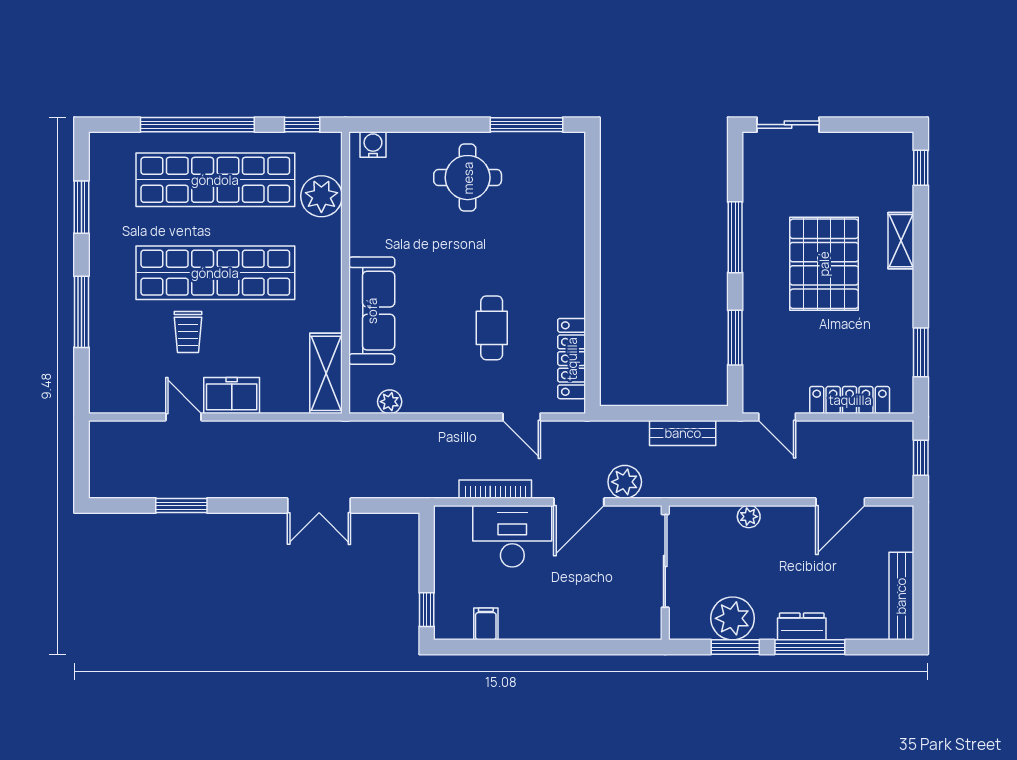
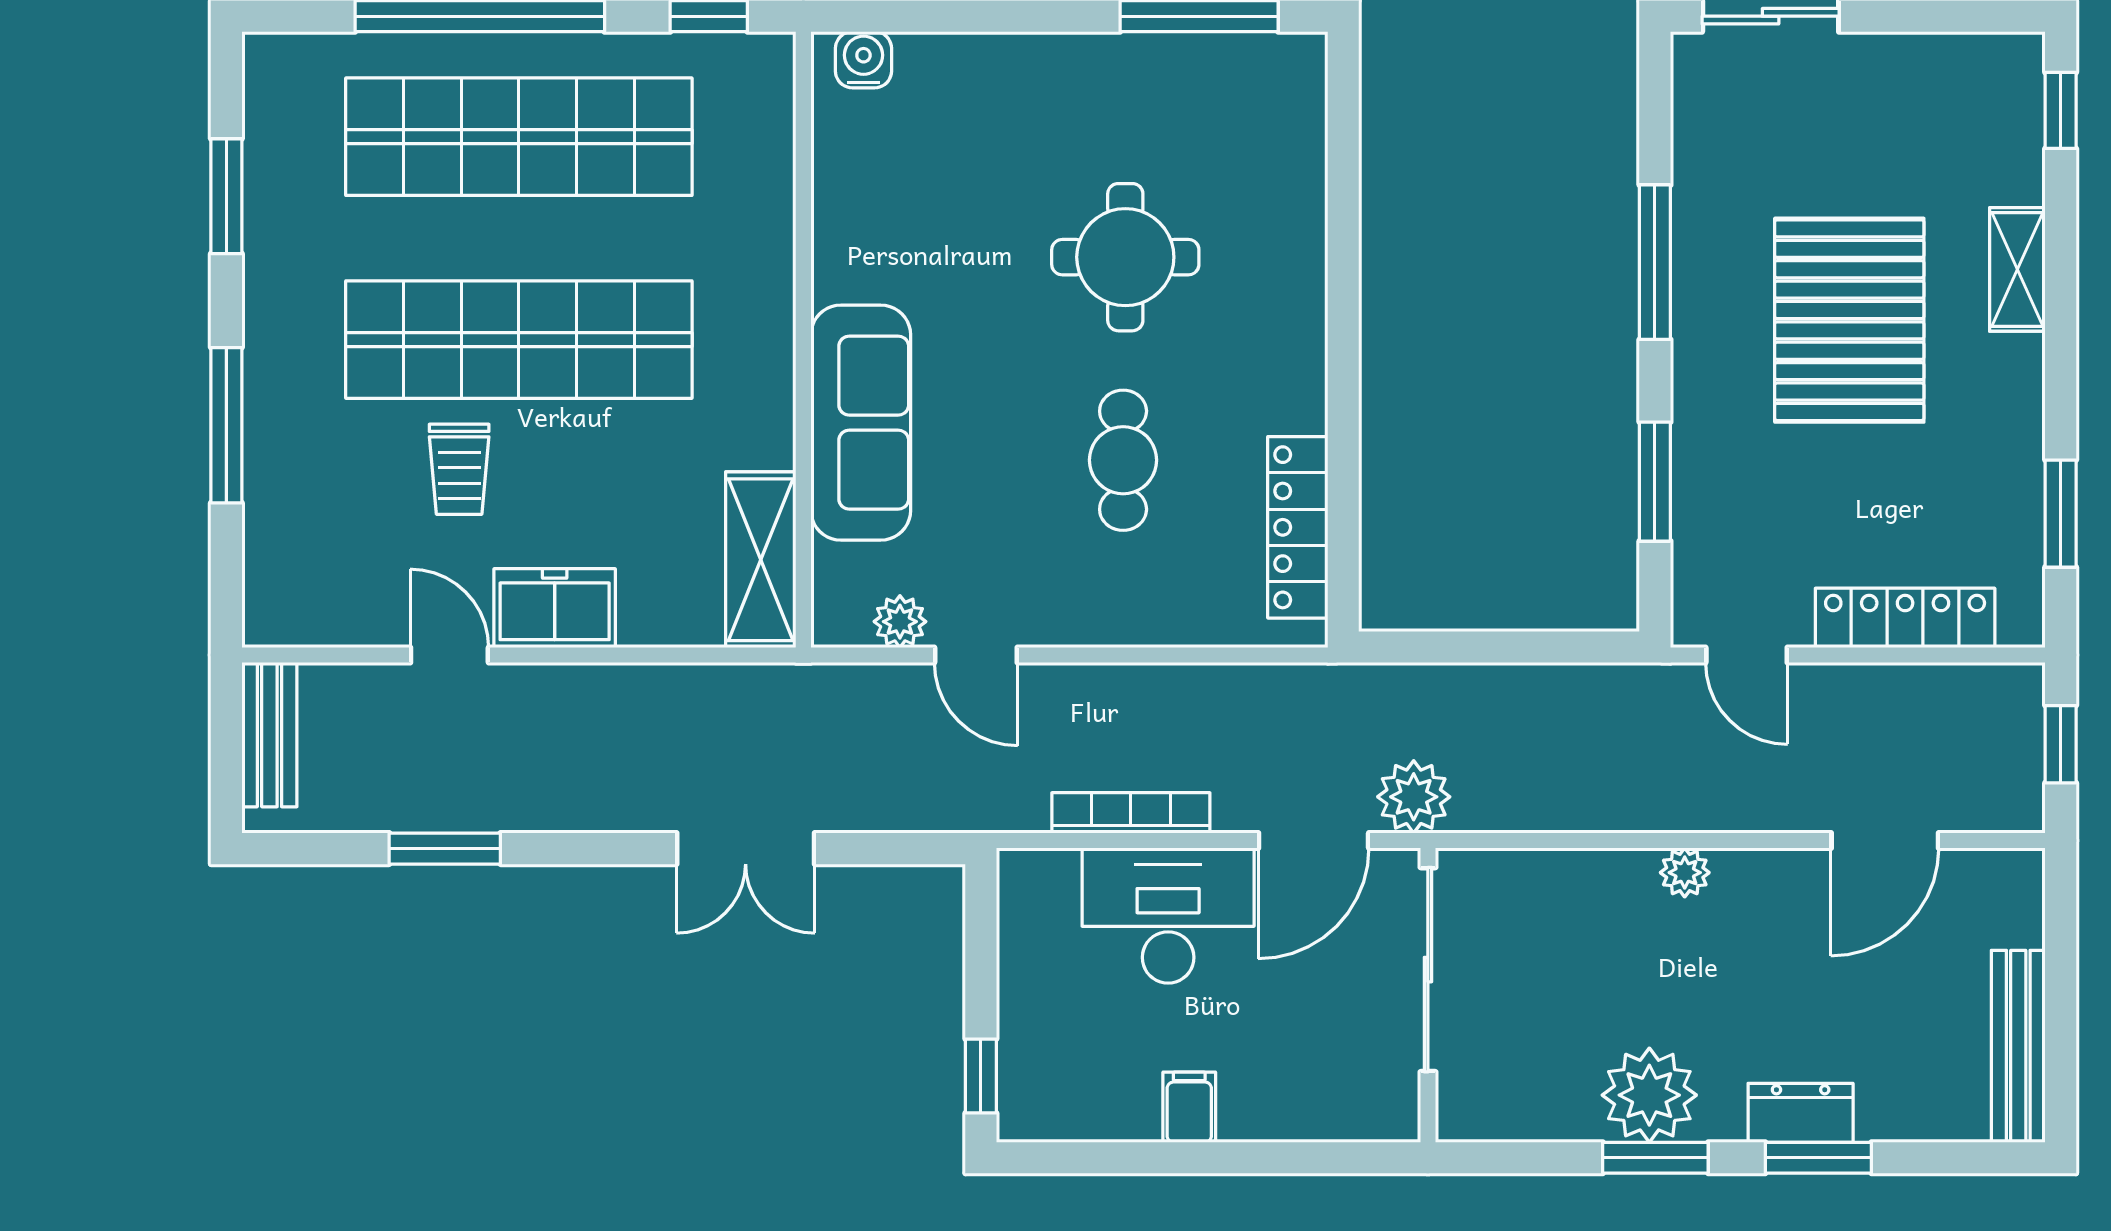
round table: (468, 178) -> (1125, 257), moved
plant: (321, 196) -> (751, 172), removed
door: (522, 417) -> (976, 655), moved
bench: (683, 433) -> (269, 735), moved, turned 90
sliding door: (665, 561) -> (1428, 970), moved
wall: (665, 573) -> (1428, 995), moved
filing cabinet: (486, 624) -> (1189, 1107), moved
window: (810, 647) -> (1818, 1158), width x0.69

